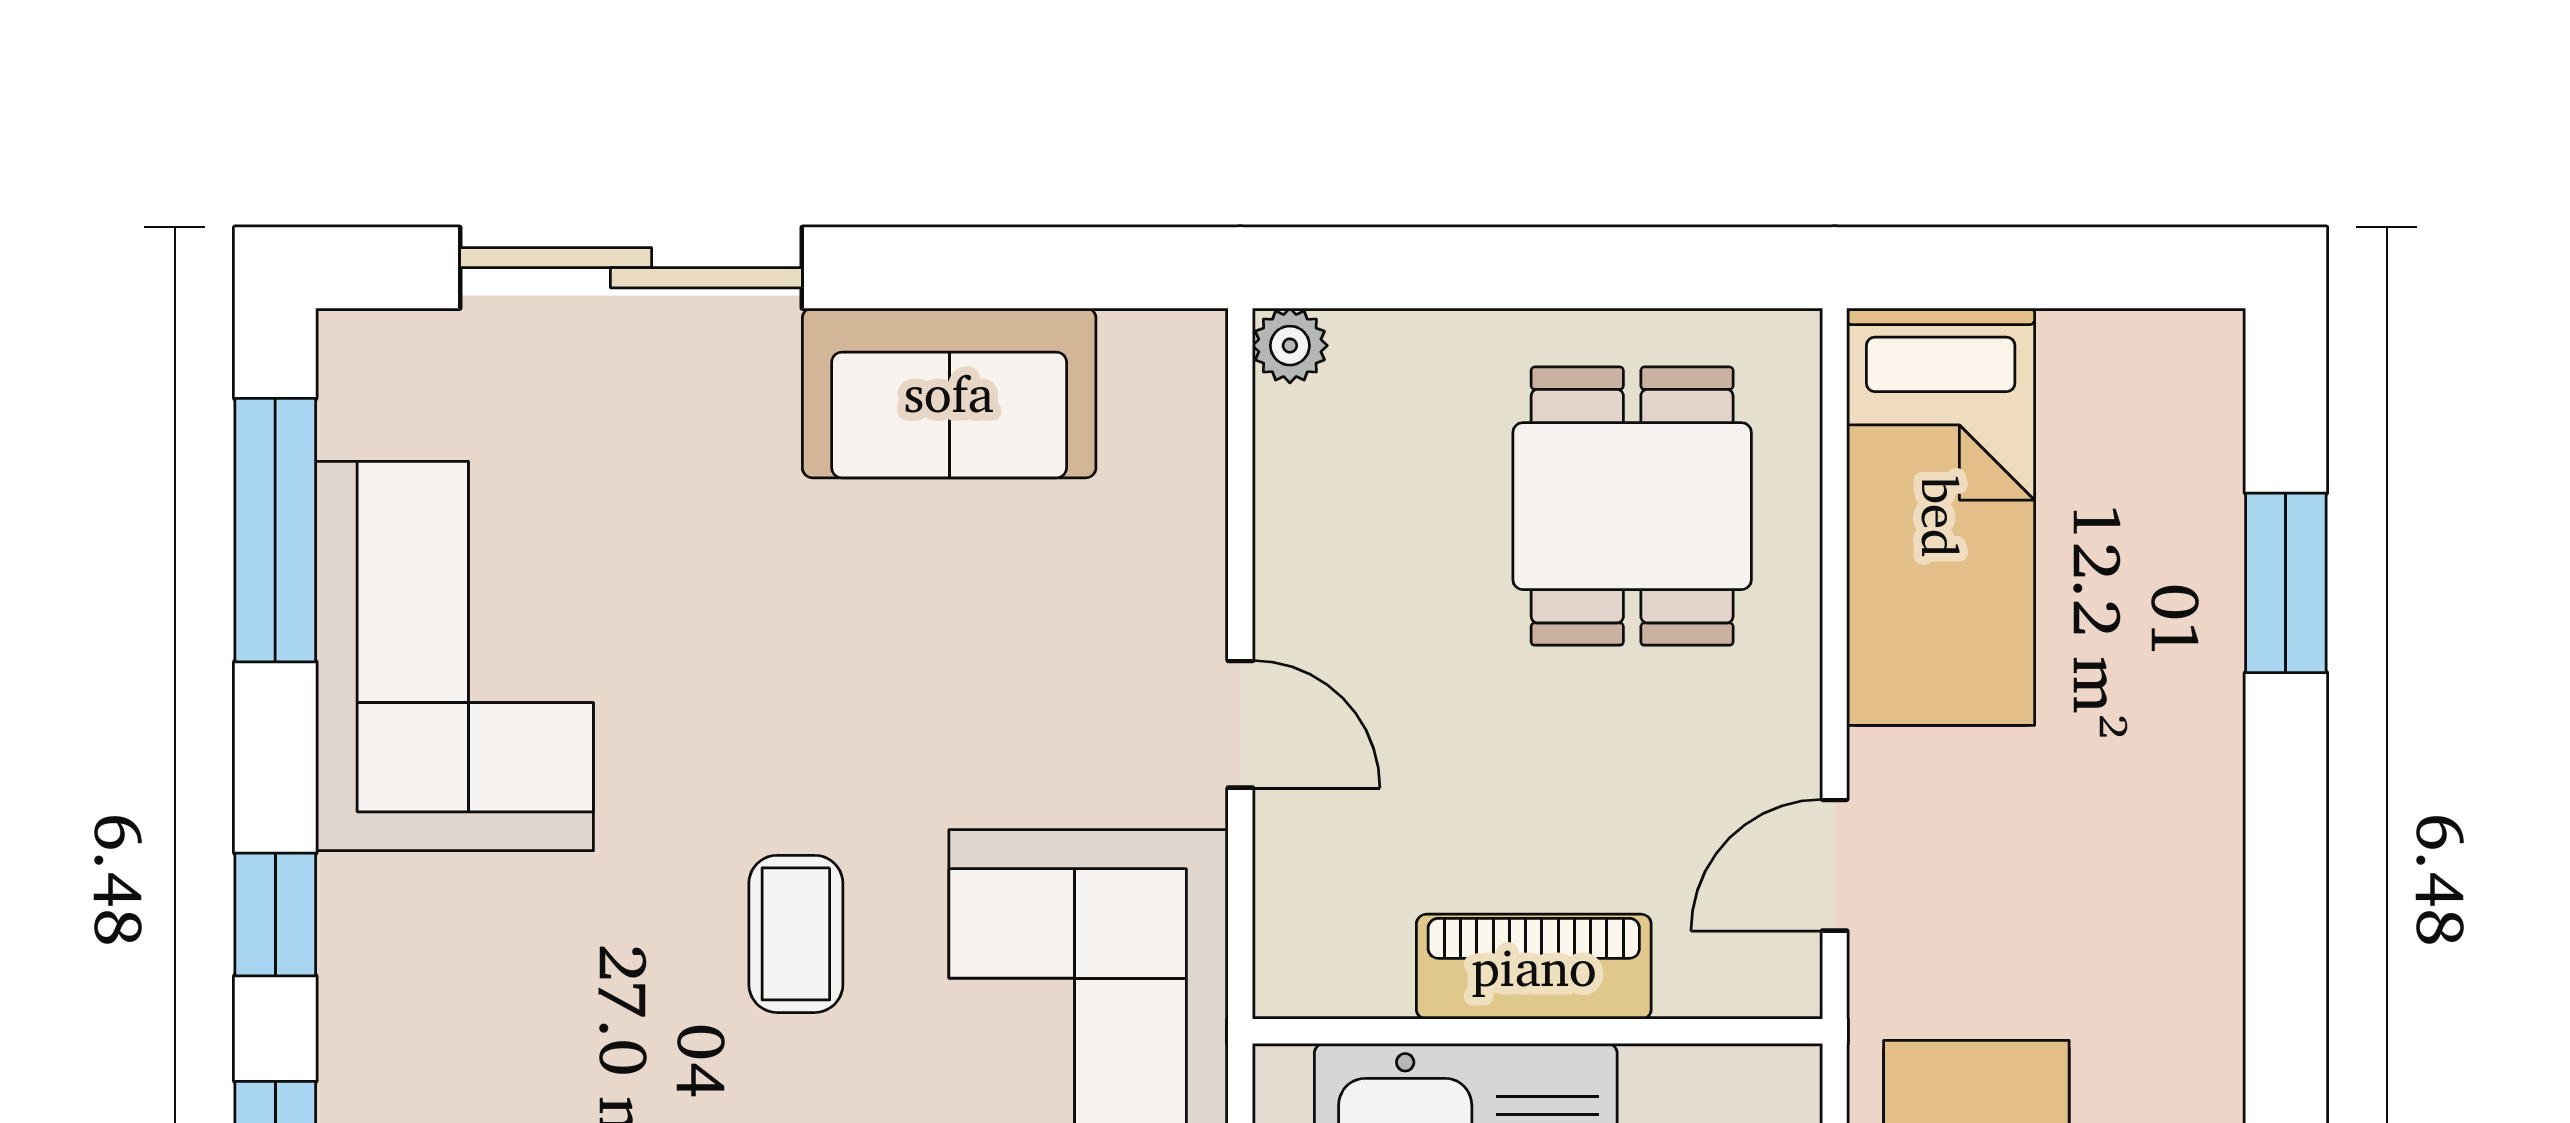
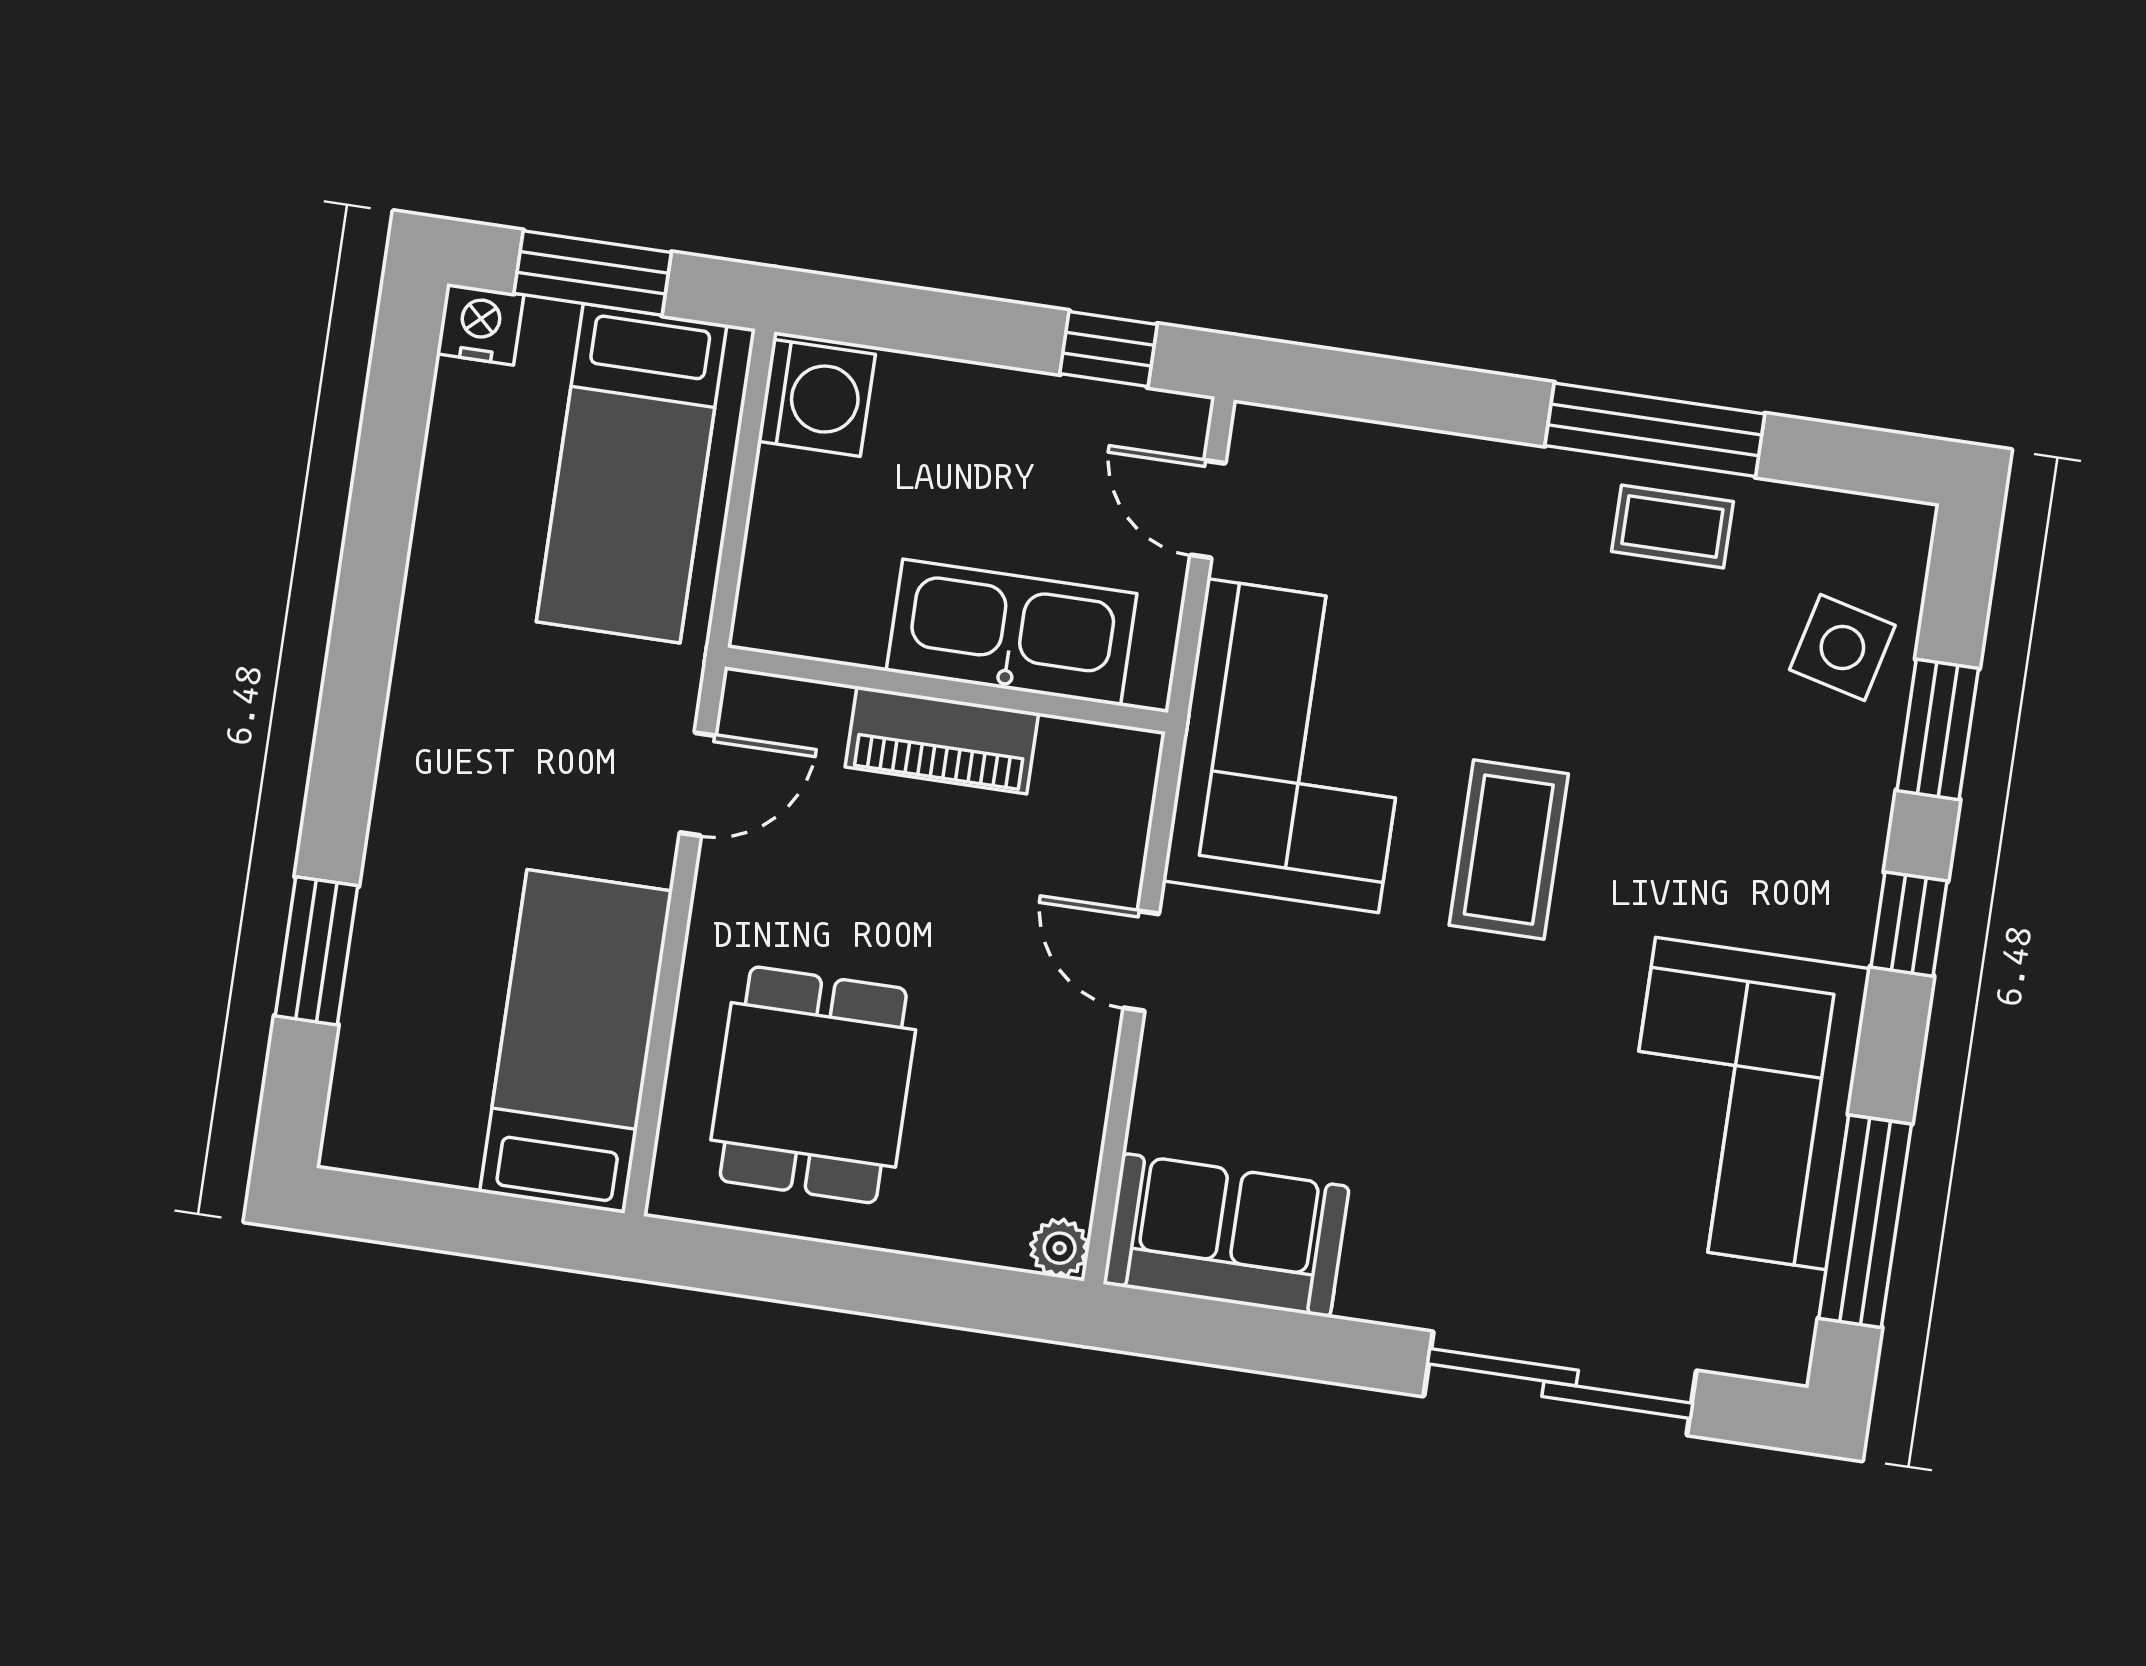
sofa: (949, 393) -> (1226, 1235), moved
coffee table: (796, 934) -> (1509, 850), width x1.36, depth x1.30

